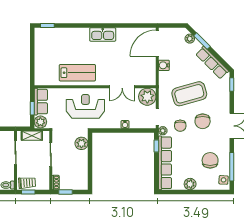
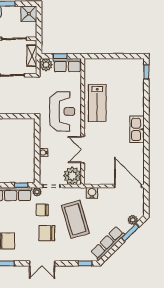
water cooler: (164, 65) -> (92, 193), moved
plant: (81, 143) -> (24, 107), removed

